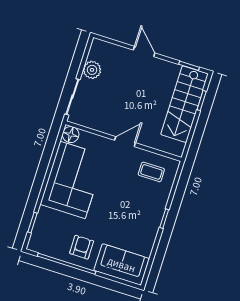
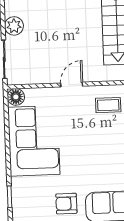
armchair: (82, 247) -> (66, 204), turned -90

